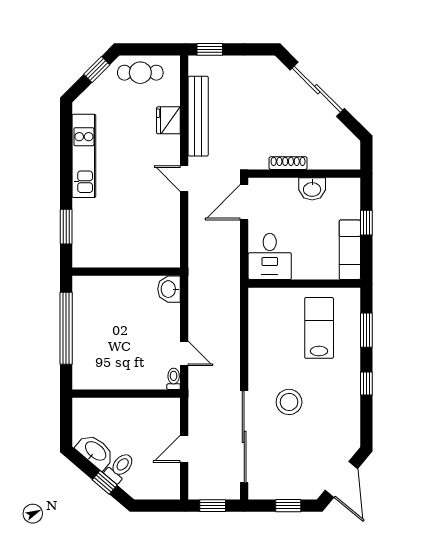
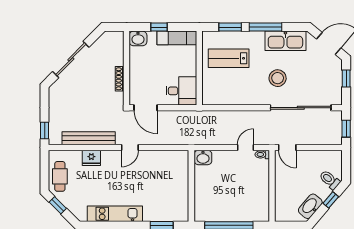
washbasin: (312, 189) -> (138, 38), moved, turned 90
window: (366, 384) -> (265, 27), width x2.17
kitchen sink: (346, 414) -> (285, 41), added
door: (184, 449) -> (287, 147), moved
toilet: (120, 468) -> (330, 180), moved

